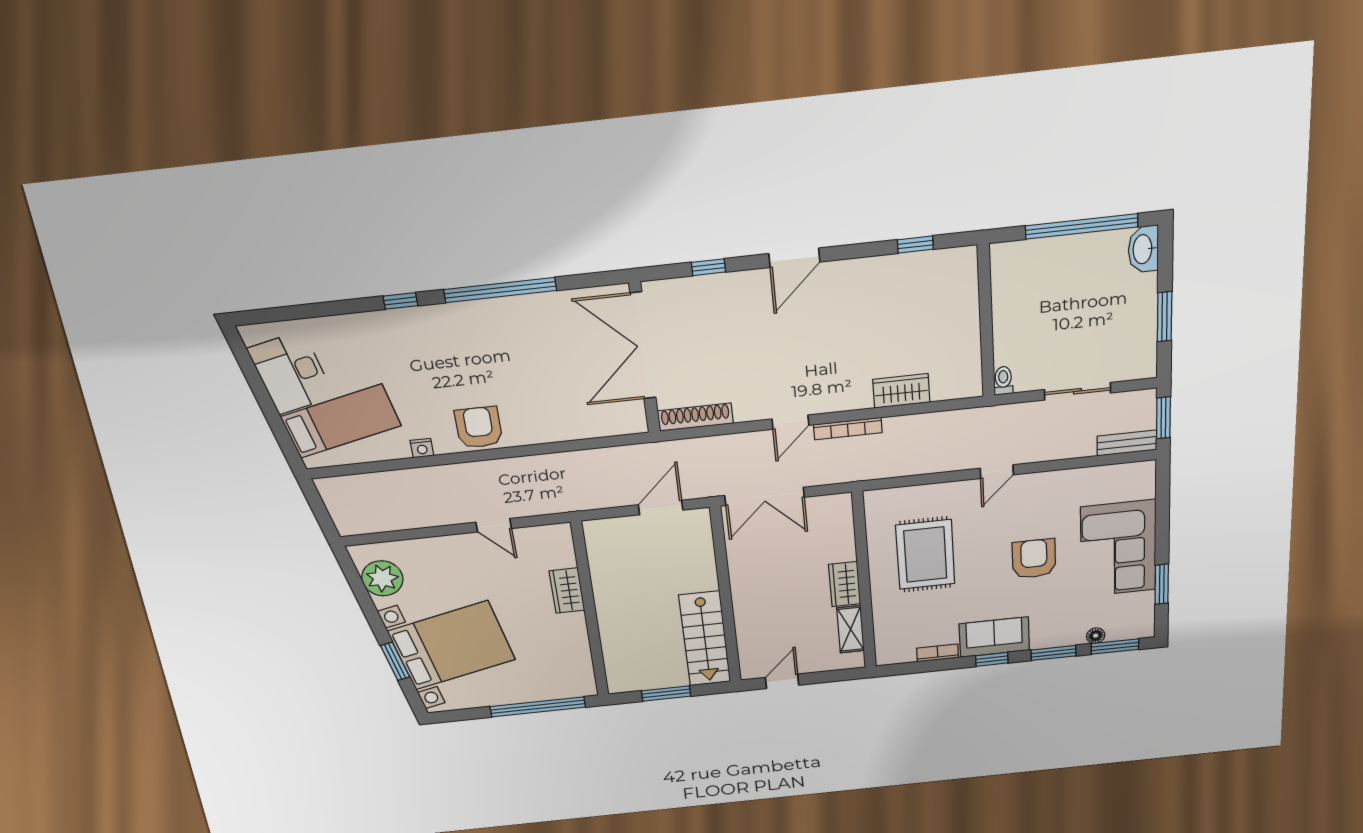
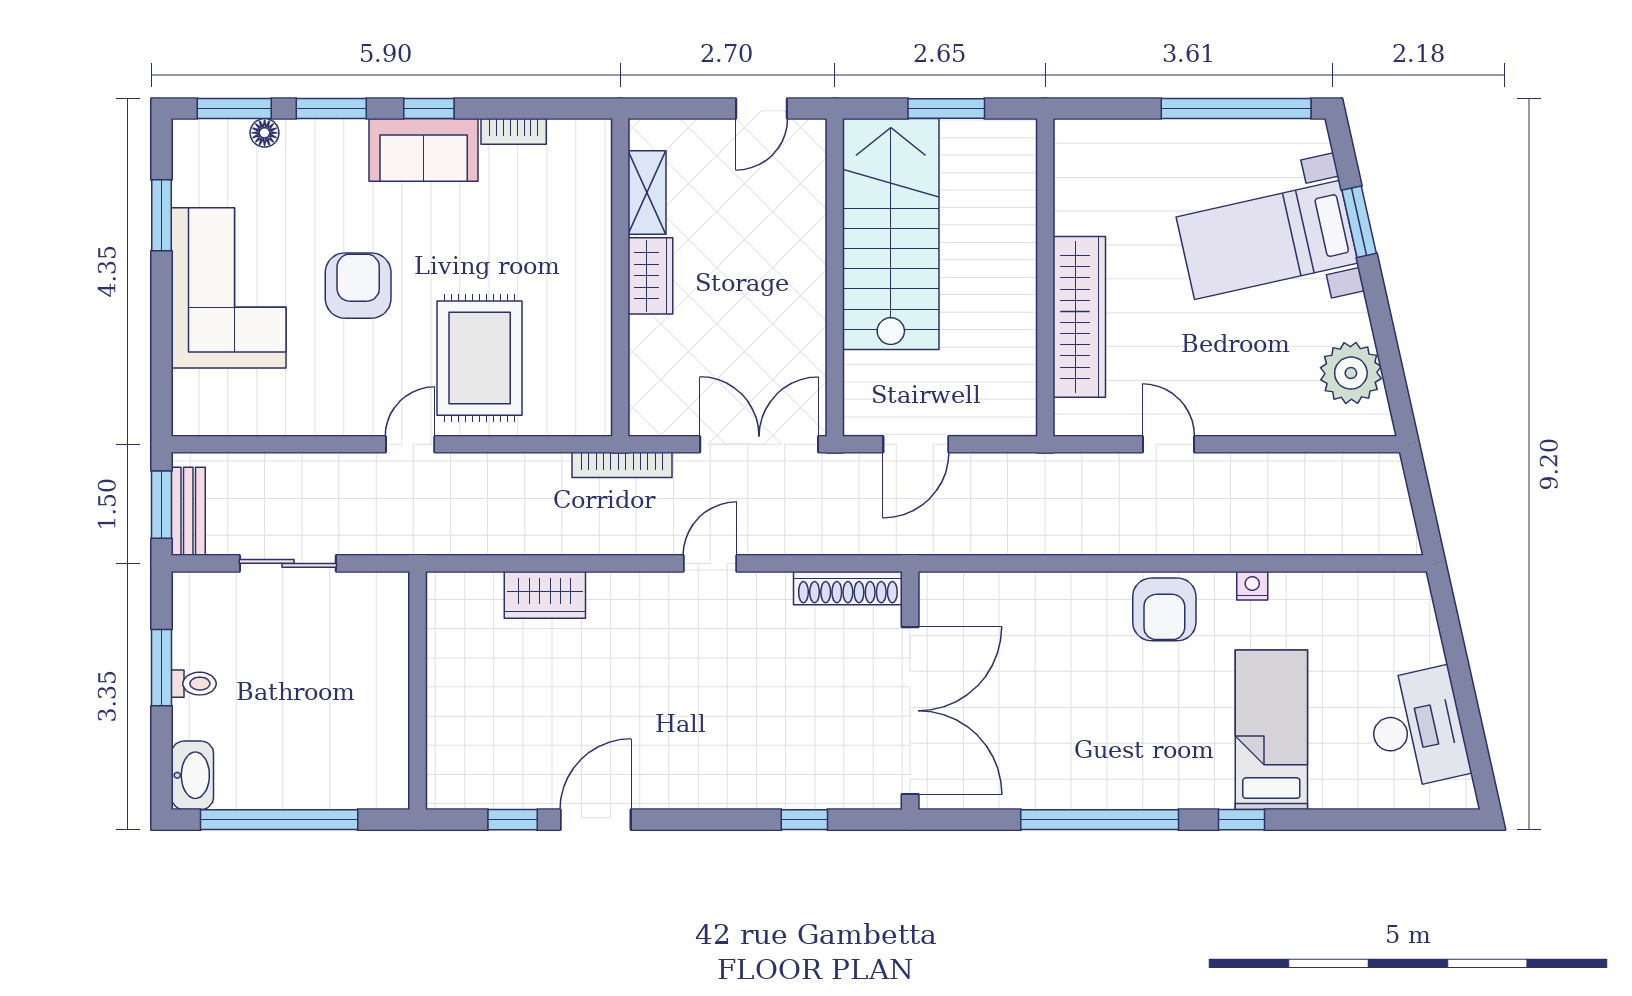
door: (794, 258) -> (596, 820), moved
toilet: (1003, 381) -> (194, 684), moved, turned -90
bed: (341, 421) -> (1271, 730), moved, turned 103
bookcase: (848, 429) -> (622, 465), moved, turned 180
bench: (1127, 443) -> (188, 511), moved, turned 90
rug: (925, 555) -> (480, 358), moved
armchair: (1034, 559) -> (358, 286), turned 180
wardrobe: (567, 591) -> (1079, 317), width x2.10, depth x1.17
stairs: (705, 639) -> (891, 234), width x1.36, depth x1.51
bed with nightstands: (452, 645) -> (1267, 240), width x0.73
window: (538, 707) -> (1236, 109), moved

